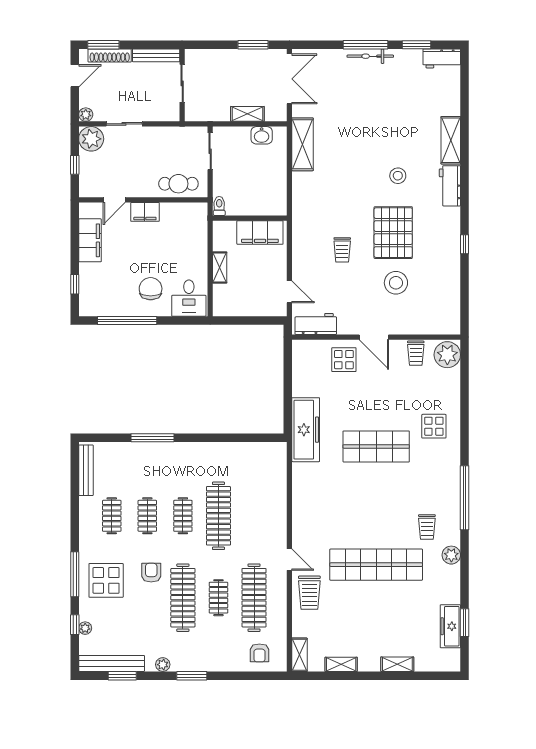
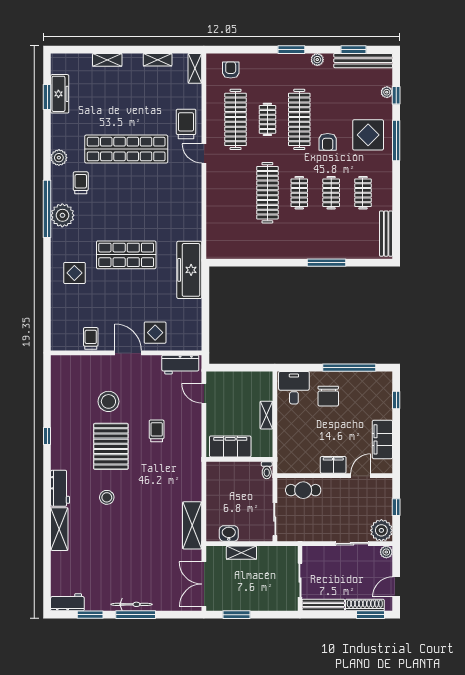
plant: (447, 355) -> (62, 215), moved

